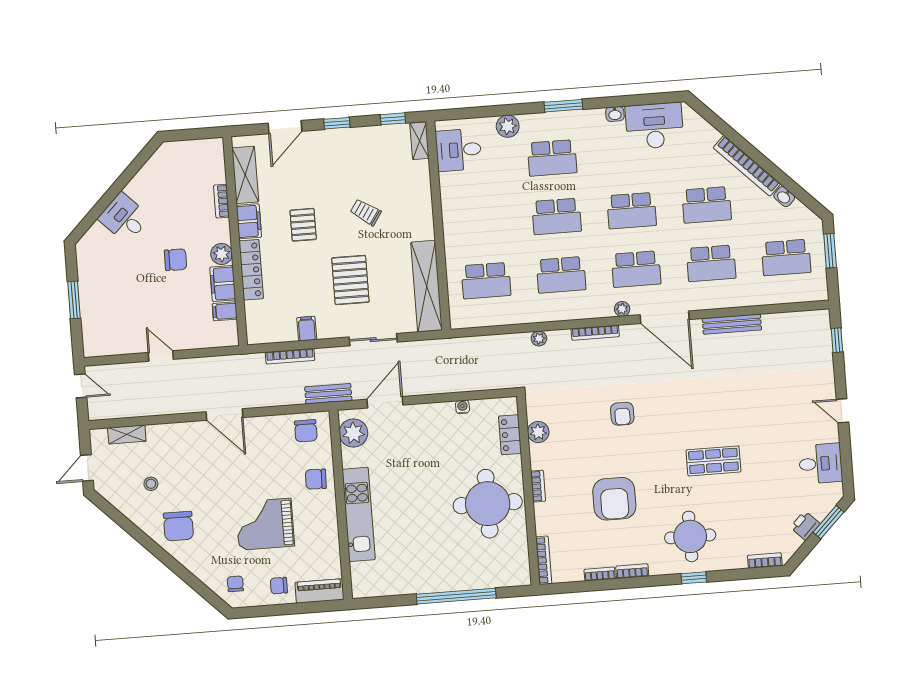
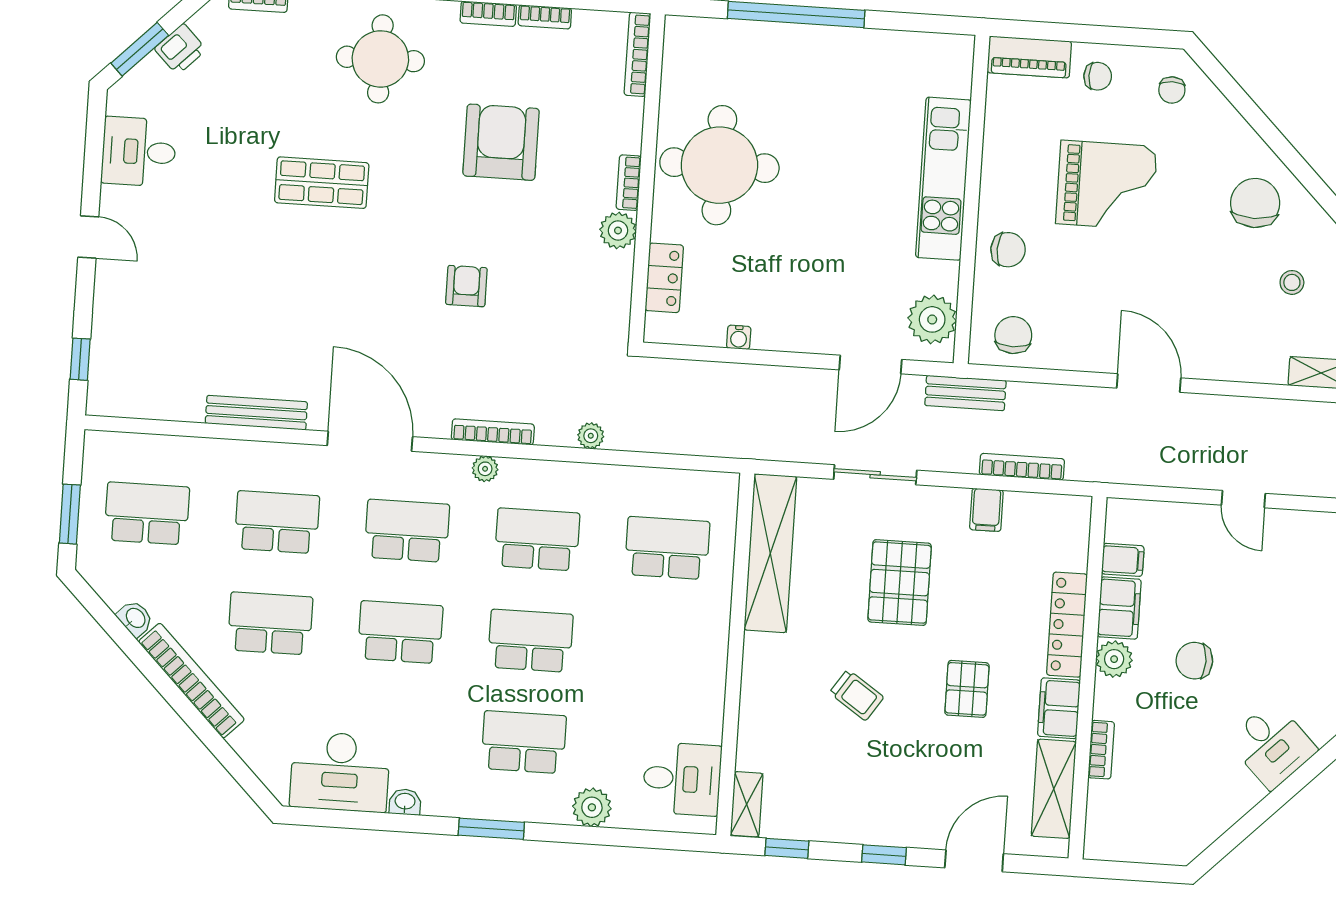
plant: (622, 309) -> (485, 469), moved
plant: (538, 432) -> (618, 230), moved

